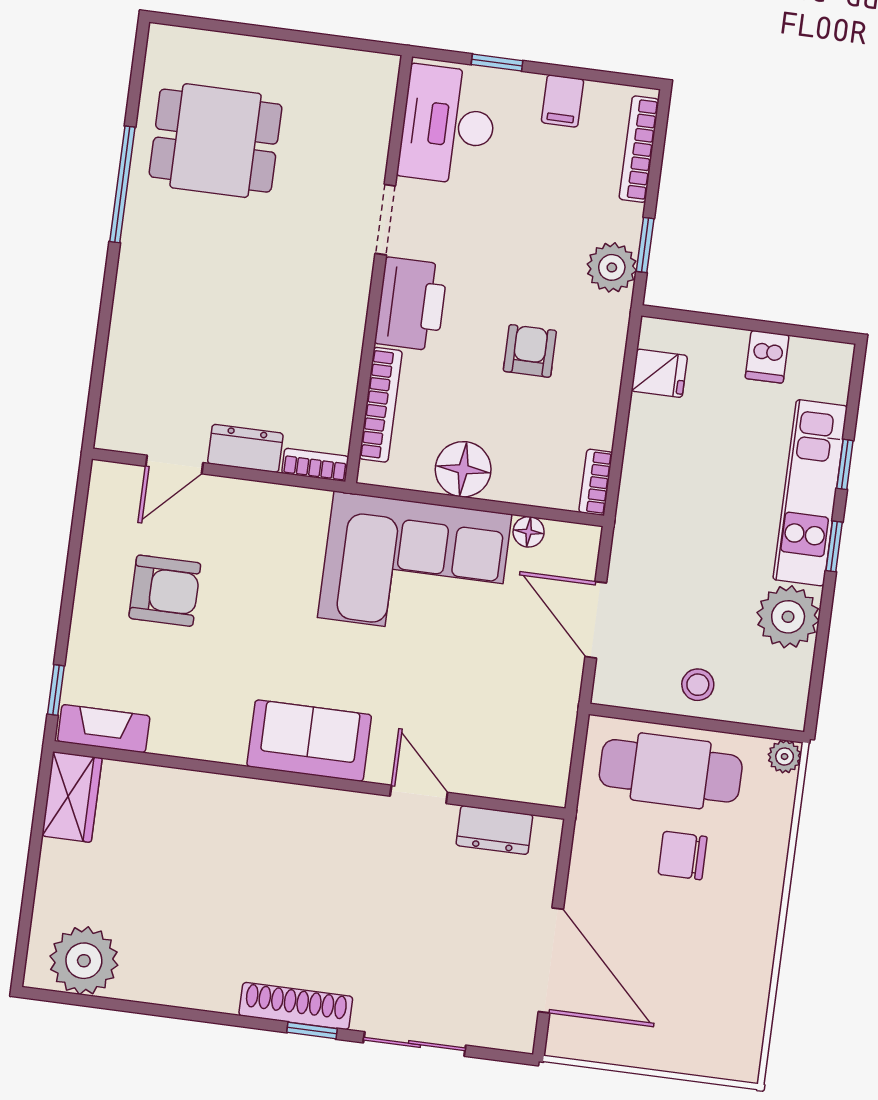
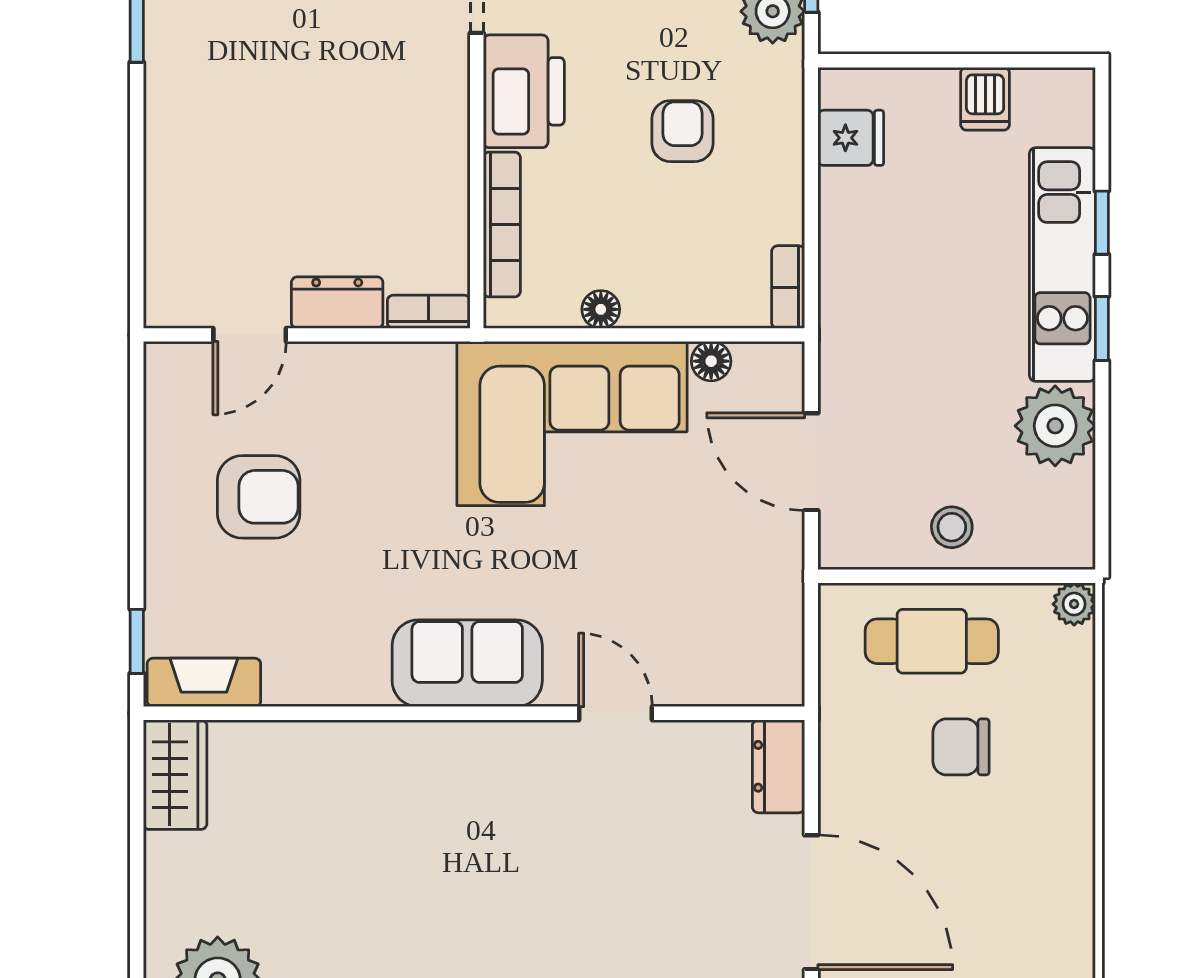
floor lamp: (463, 469) -> (601, 309), width x0.53, depth x0.53
cafe table: (671, 771) -> (932, 641), width x0.73, depth x0.74
dresser: (494, 830) -> (779, 766), moved, turned 90

